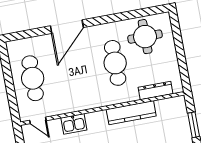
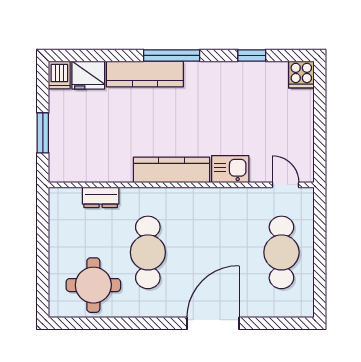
dresser: (156, 91) -> (101, 197), width x0.70
kitchen counter: (131, 113) -> (172, 170), moved

